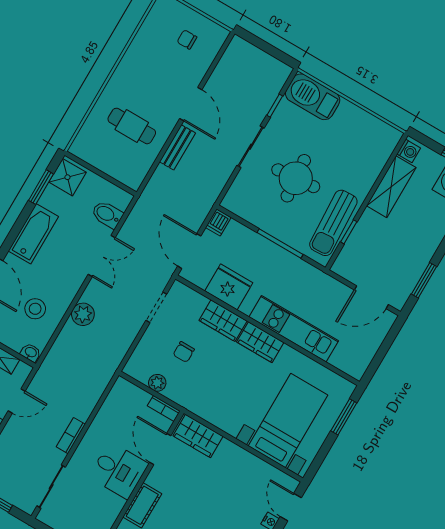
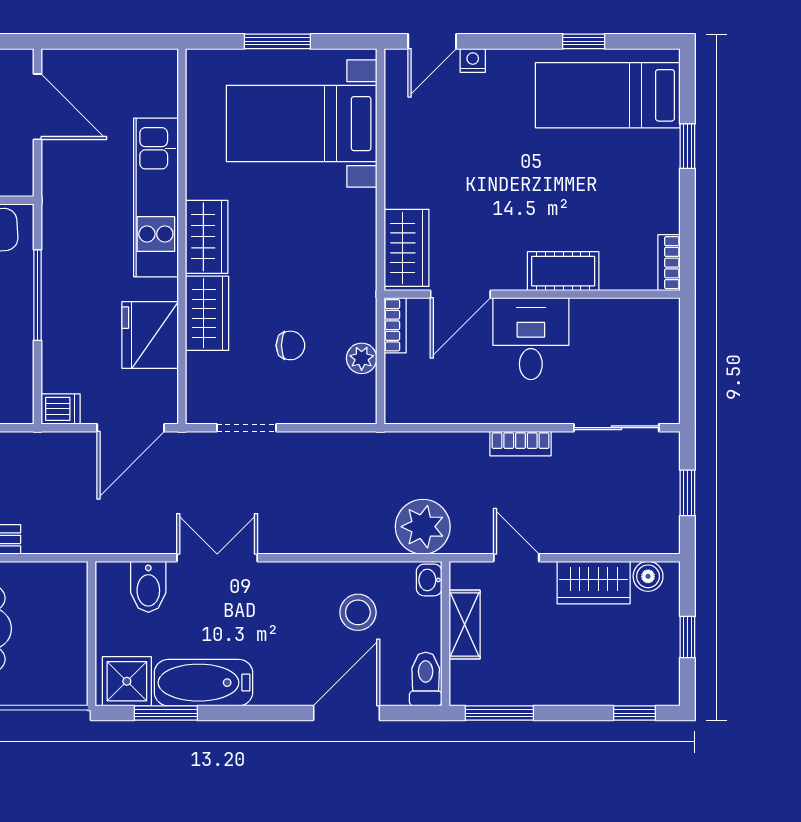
bathtub: (33, 234) -> (204, 683), moved
plant: (83, 314) -> (423, 527), moved, width x1.36, depth x1.36
window: (344, 417) -> (277, 41), moved

